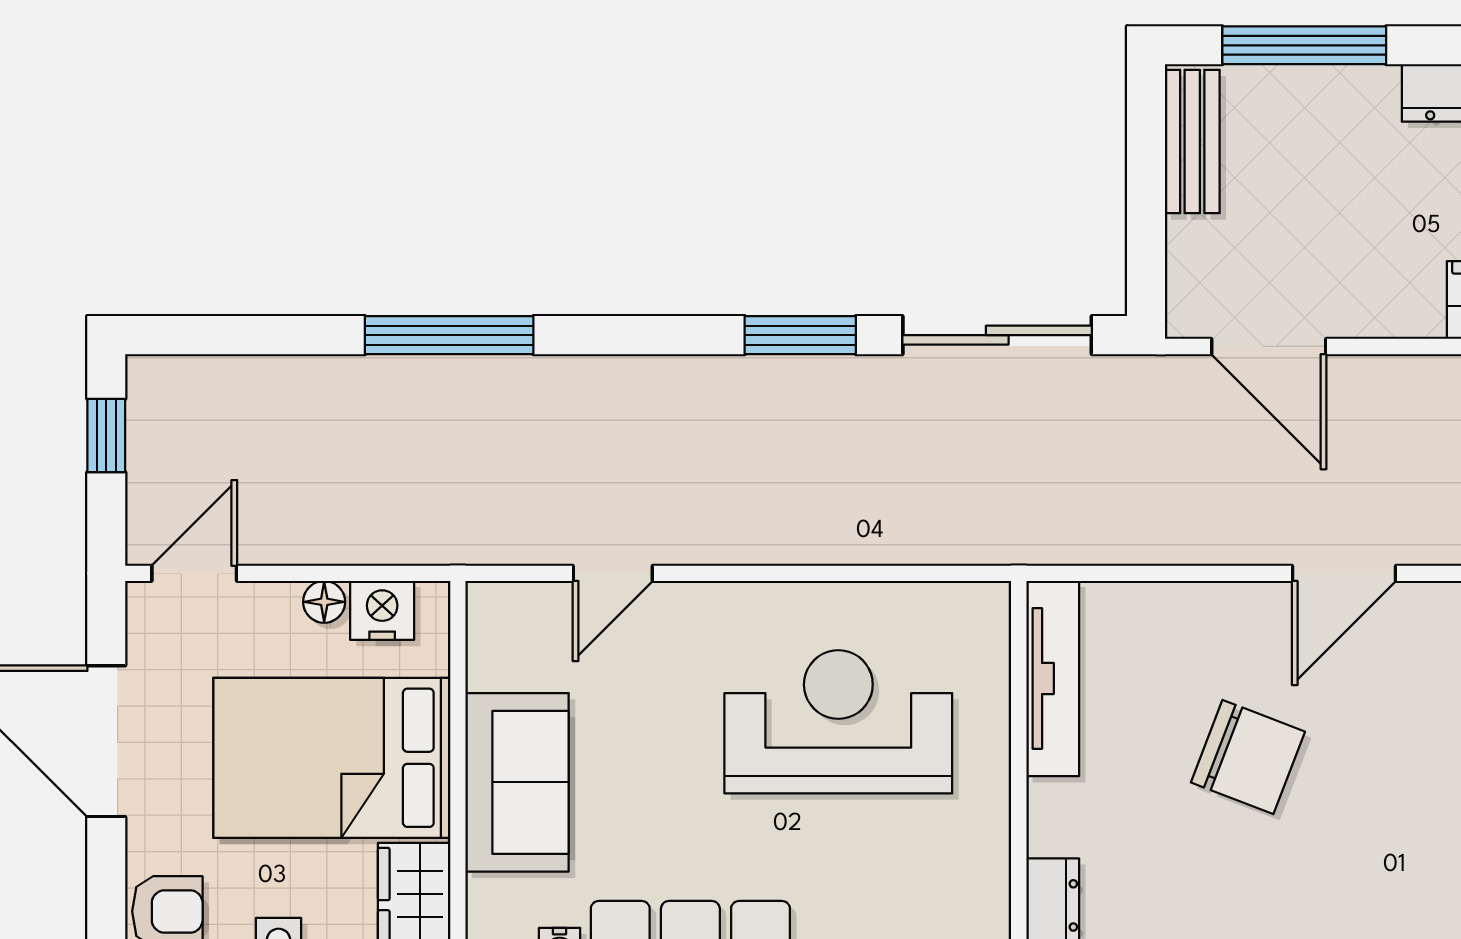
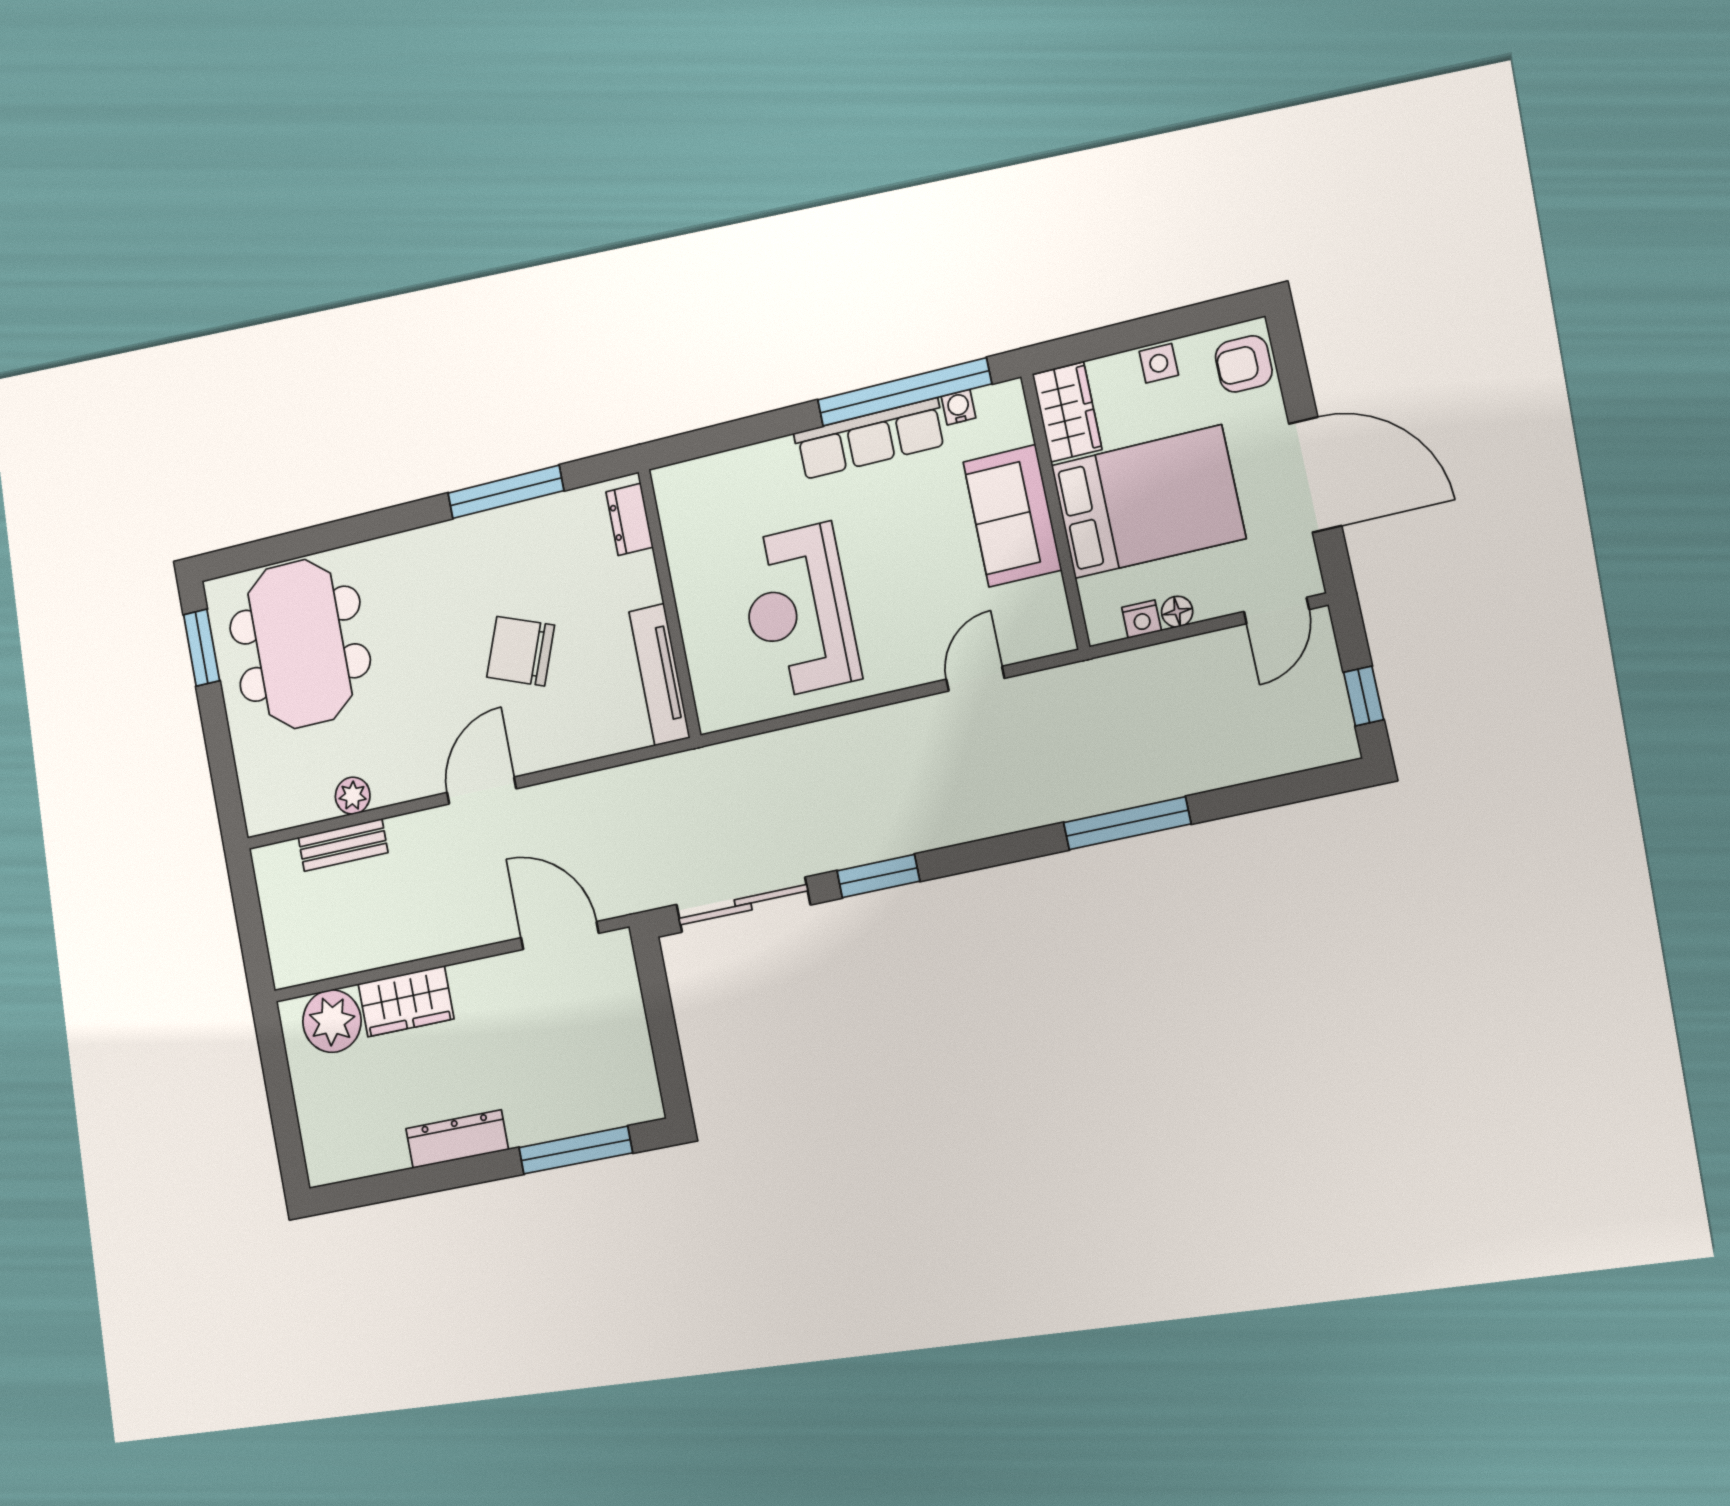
bench: (1192, 142) -> (638, 1068), removed
nightstand: (382, 610) -> (1142, 619), width x0.72, depth x0.74
reception desk: (838, 722) -> (798, 611), turned 90

